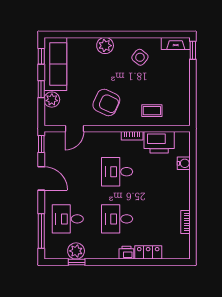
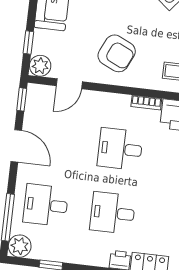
window: (41, 89) -> (28, 43), moved
plant: (52, 100) -> (40, 66), moved
plant: (76, 251) -> (20, 246), moved

